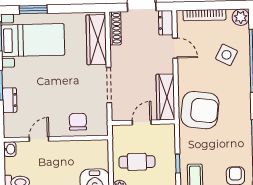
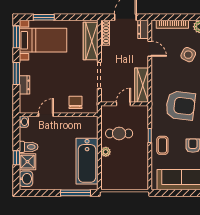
armchair: (200, 110) -> (180, 106), moved

